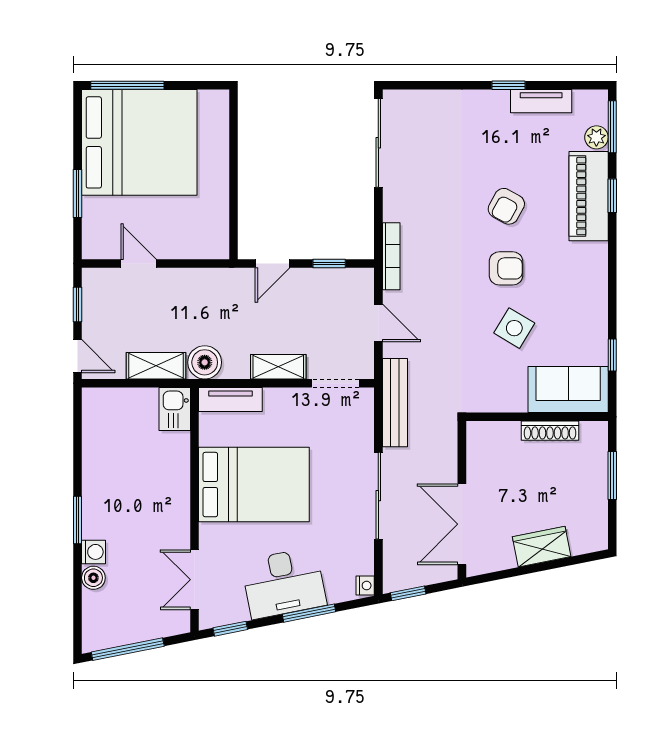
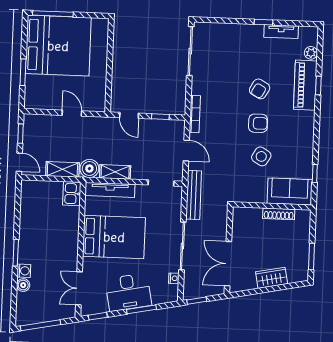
window: (612, 127) -> (320, 47), removed
door: (139, 264) -> (72, 113), moved
door: (272, 264) -> (129, 115), hinge flipped
shelving: (278, 367) -> (115, 172), moved
tv unit: (230, 400) -> (110, 190), width x1.41
window: (612, 476) -> (311, 257), moved
nightstand: (365, 586) -> (174, 278), moved

